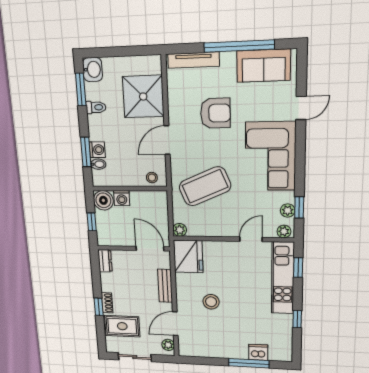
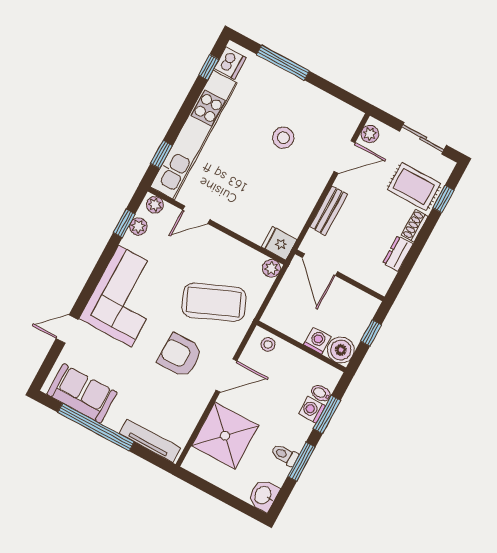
window: (81, 89) -> (301, 462), moved
armchair: (215, 113) -> (180, 355), moved
fridge: (188, 257) -> (279, 243), width x0.53, depth x0.75
dresser: (105, 261) -> (398, 254), moved
kitchen unit: (283, 278) -> (194, 135), width x1.36
stool: (211, 302) -> (283, 138), moved
window: (99, 307) -> (443, 199), moved
window: (297, 319) -> (209, 67), moved
dishwasher: (258, 352) -> (230, 63), moved, turned -90

